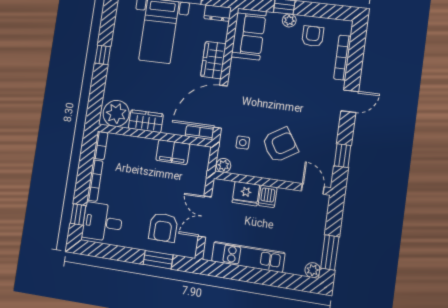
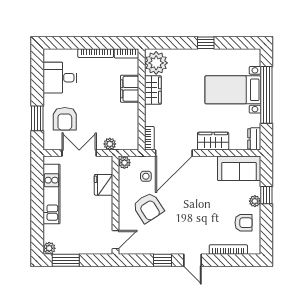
door: (220, 107) -> (174, 153), swing flipped
filing cabinet: (173, 152) -> (130, 89), moved
window: (342, 156) -> (162, 260), moved
plant: (200, 179) -> (110, 144), added
dishwasher: (268, 196) -> (104, 203), removed
window: (78, 214) -> (64, 43), removed
desk: (102, 222) -> (60, 78), moved, turned -90
armchair: (163, 227) -> (65, 119), turned -90

